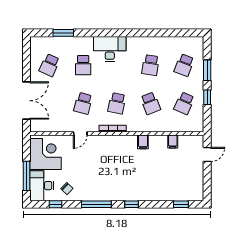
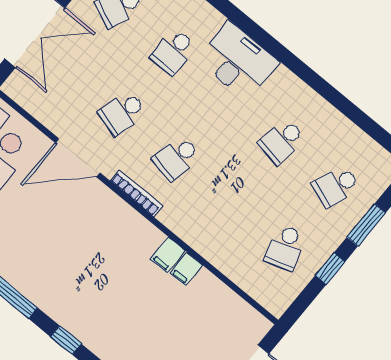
school desk: (150, 103) -> (231, 203), removed
school desk: (184, 103) -> (285, 248), turned -42
door: (80, 133) -> (78, 158), width x1.88
filing cabinet: (173, 141) -> (186, 269), moved

